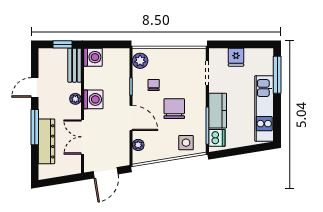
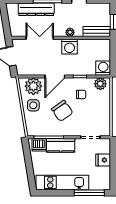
washing machine: (93, 57) -> (103, 68), moved, turned 180
chair: (174, 109) -> (62, 111), turned 55
side table: (186, 143) -> (33, 105), moved
plant: (138, 145) -> (33, 86), width x1.88, depth x1.88

